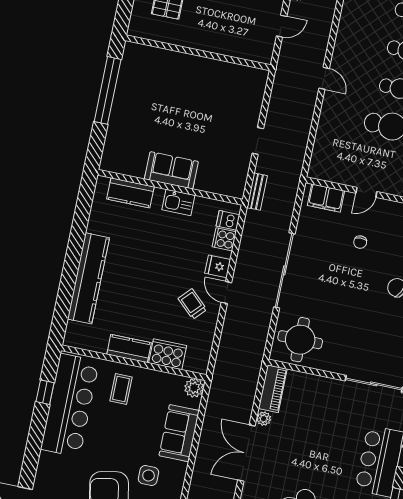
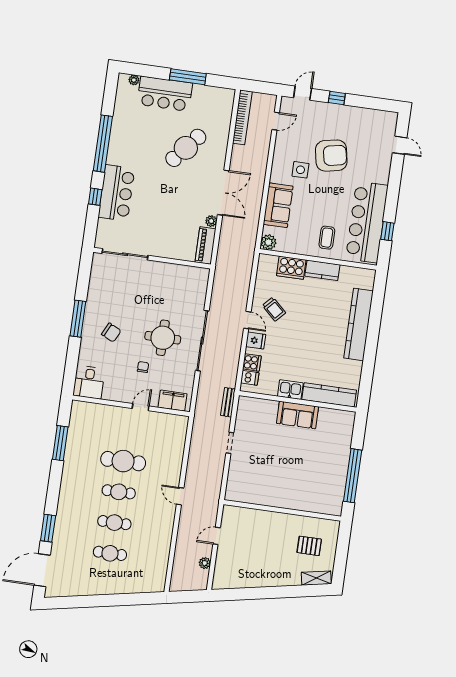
kitchen counter: (130, 193) -> (329, 395), width x1.50
round table: (300, 340) -> (163, 338), moved

